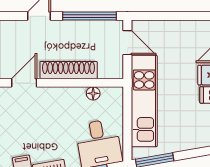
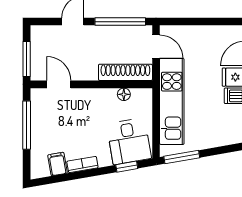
shoe rack: (69, 70) -> (125, 72), moved
door: (24, 83) -> (59, 84), hinge flipped

